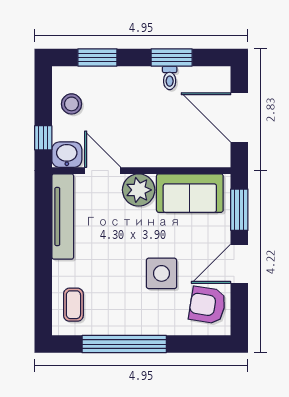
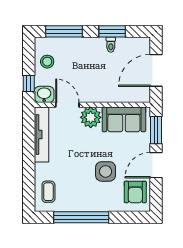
window: (97, 57) -> (64, 31), width x1.44
door: (239, 117) -> (156, 70), hinge flipped
armchair: (207, 305) -> (135, 192), turned -99

